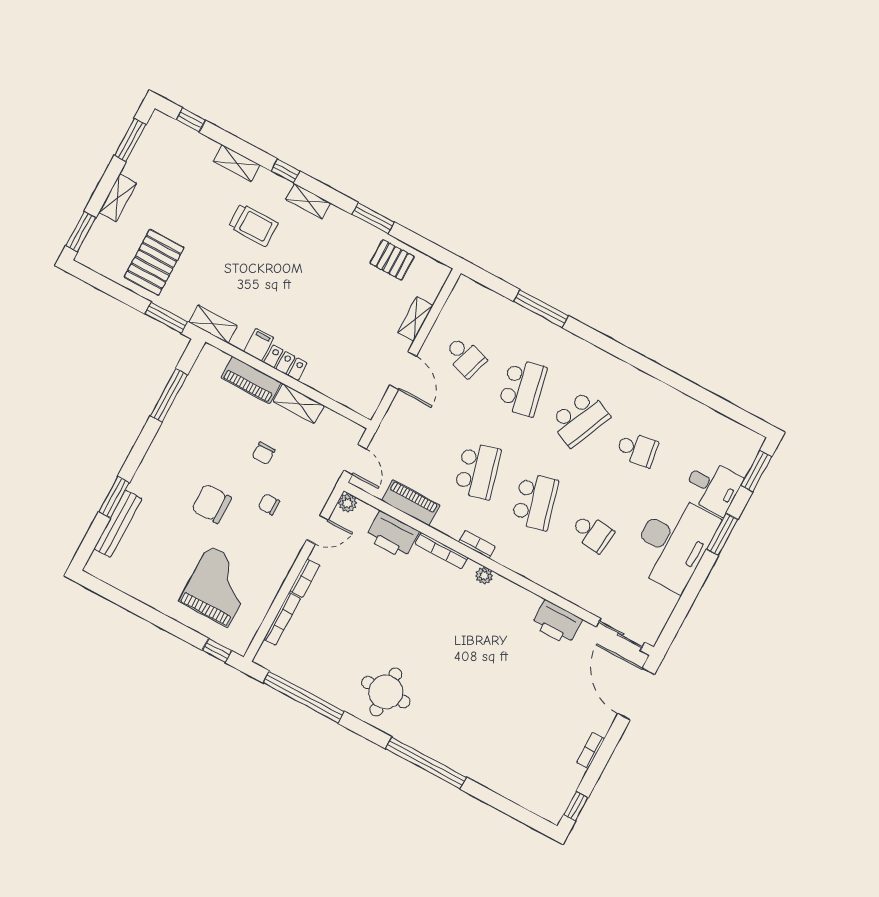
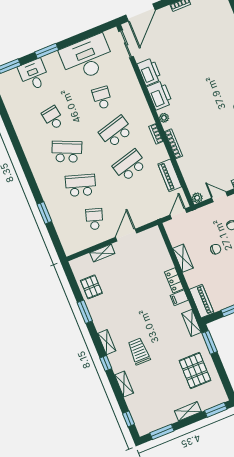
pallet: (154, 262) -> (195, 371), turned 90
window: (541, 309) -> (44, 213), width x0.69
piano: (251, 380) -> (202, 301), moved
school desk: (522, 388) -> (81, 185), turned 30
printer: (392, 535) -> (159, 95), moved
desk: (674, 543) -> (87, 58), moved

